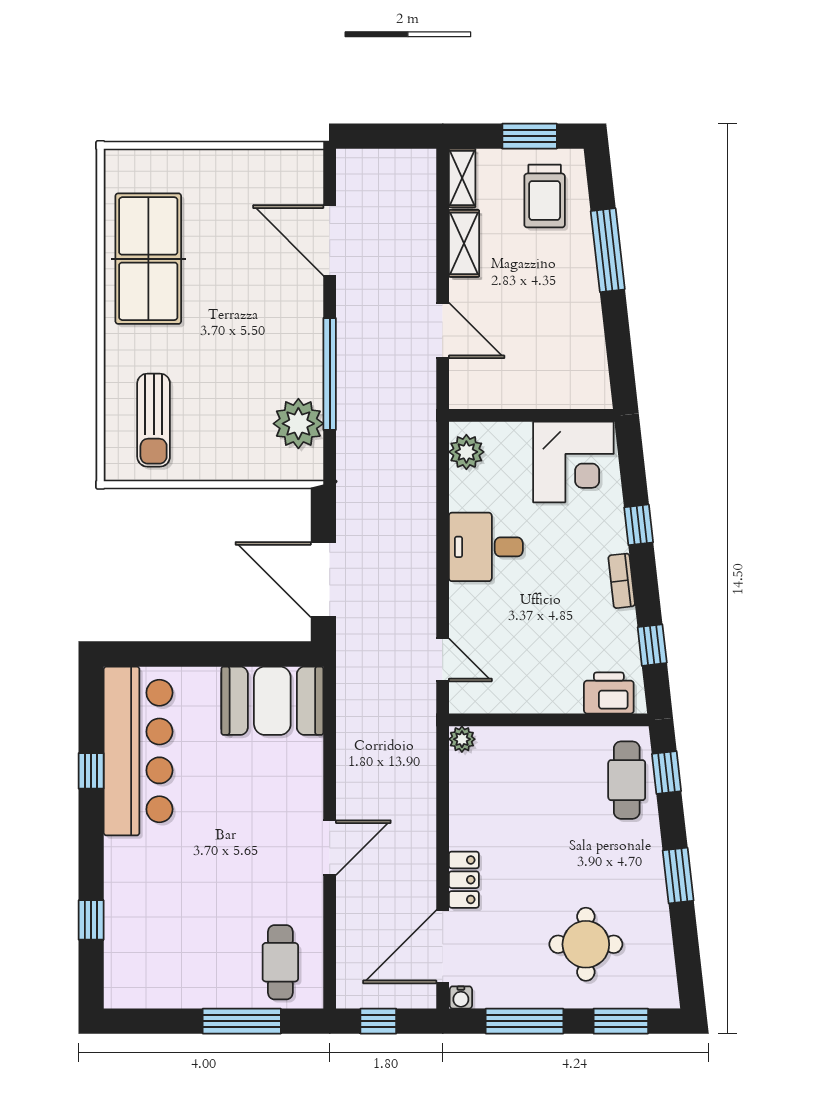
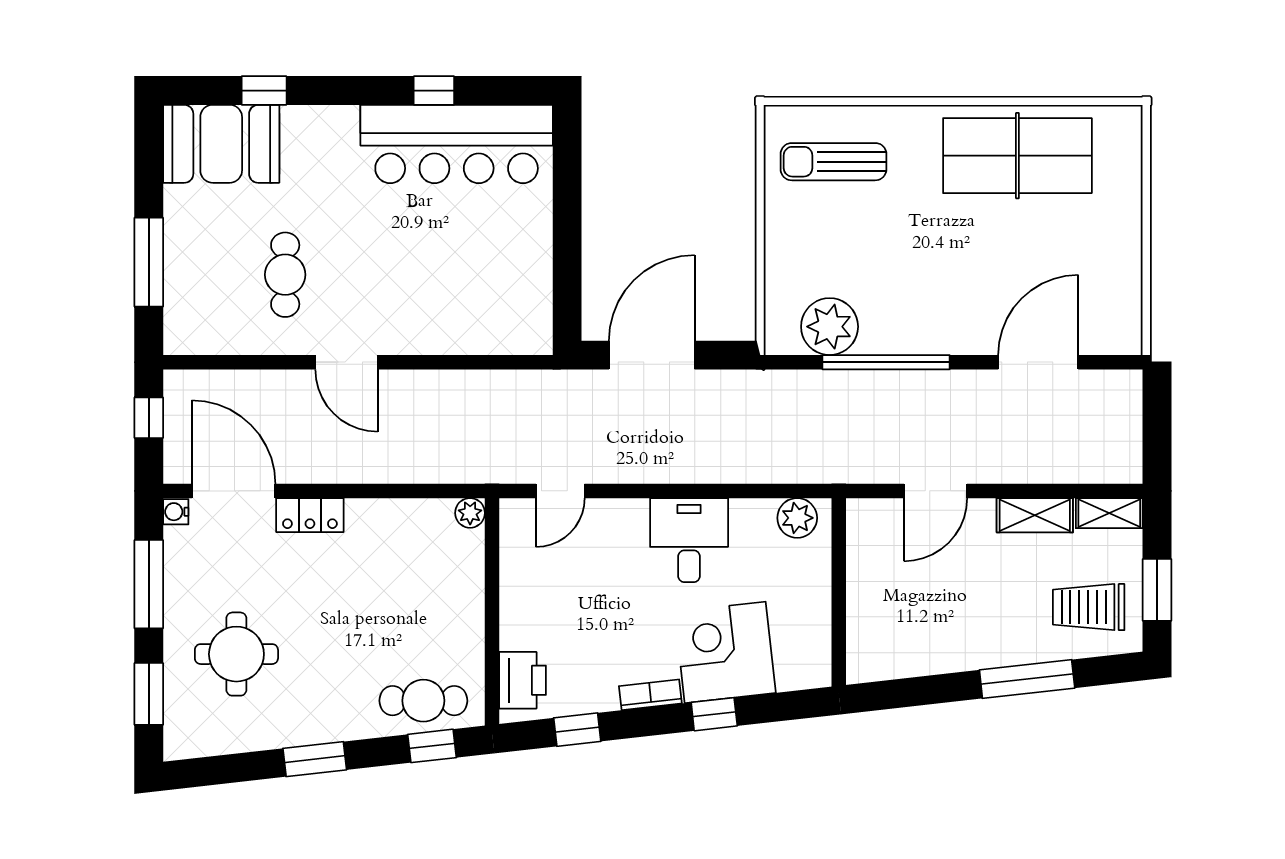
corner desk: (573, 462) -> (725, 652), moved, turned 84
booth: (272, 701) -> (221, 144), moved, turned 90
cafe table: (280, 962) -> (285, 275), moved, turned 90

